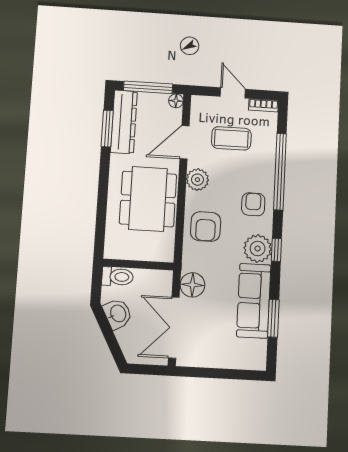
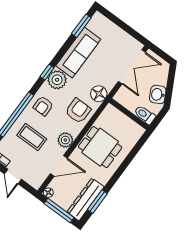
coffee table: (231, 138) -> (32, 137), moved
dining table: (148, 199) -> (100, 147), width x0.73
floor lamp: (192, 285) -> (99, 94), moved
window: (273, 318) -> (81, 26), moved

